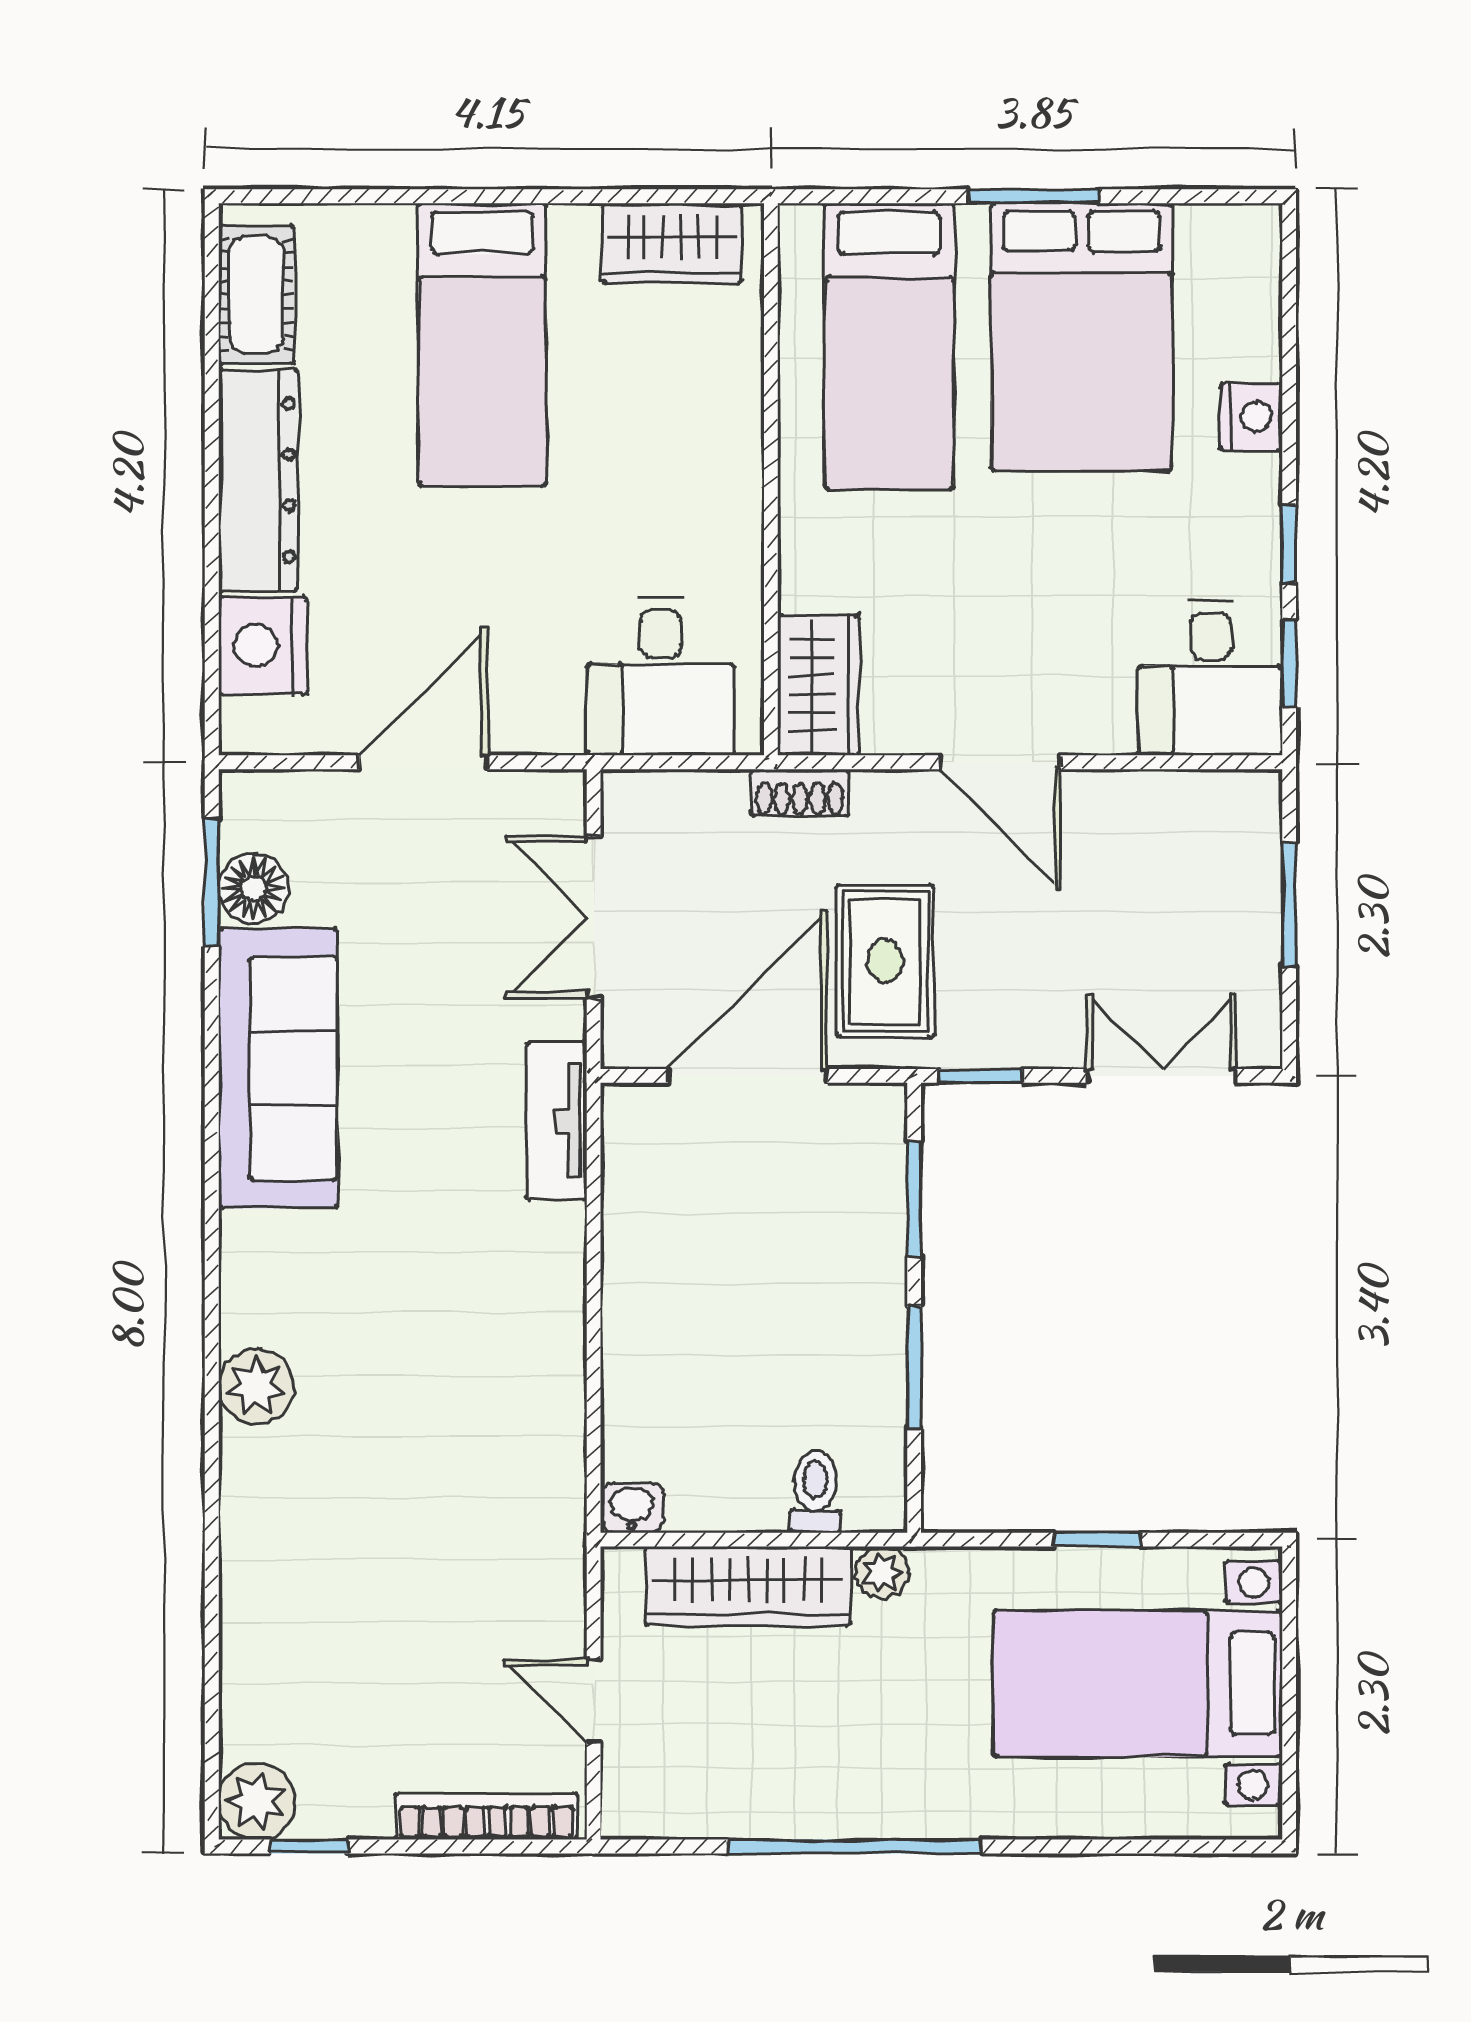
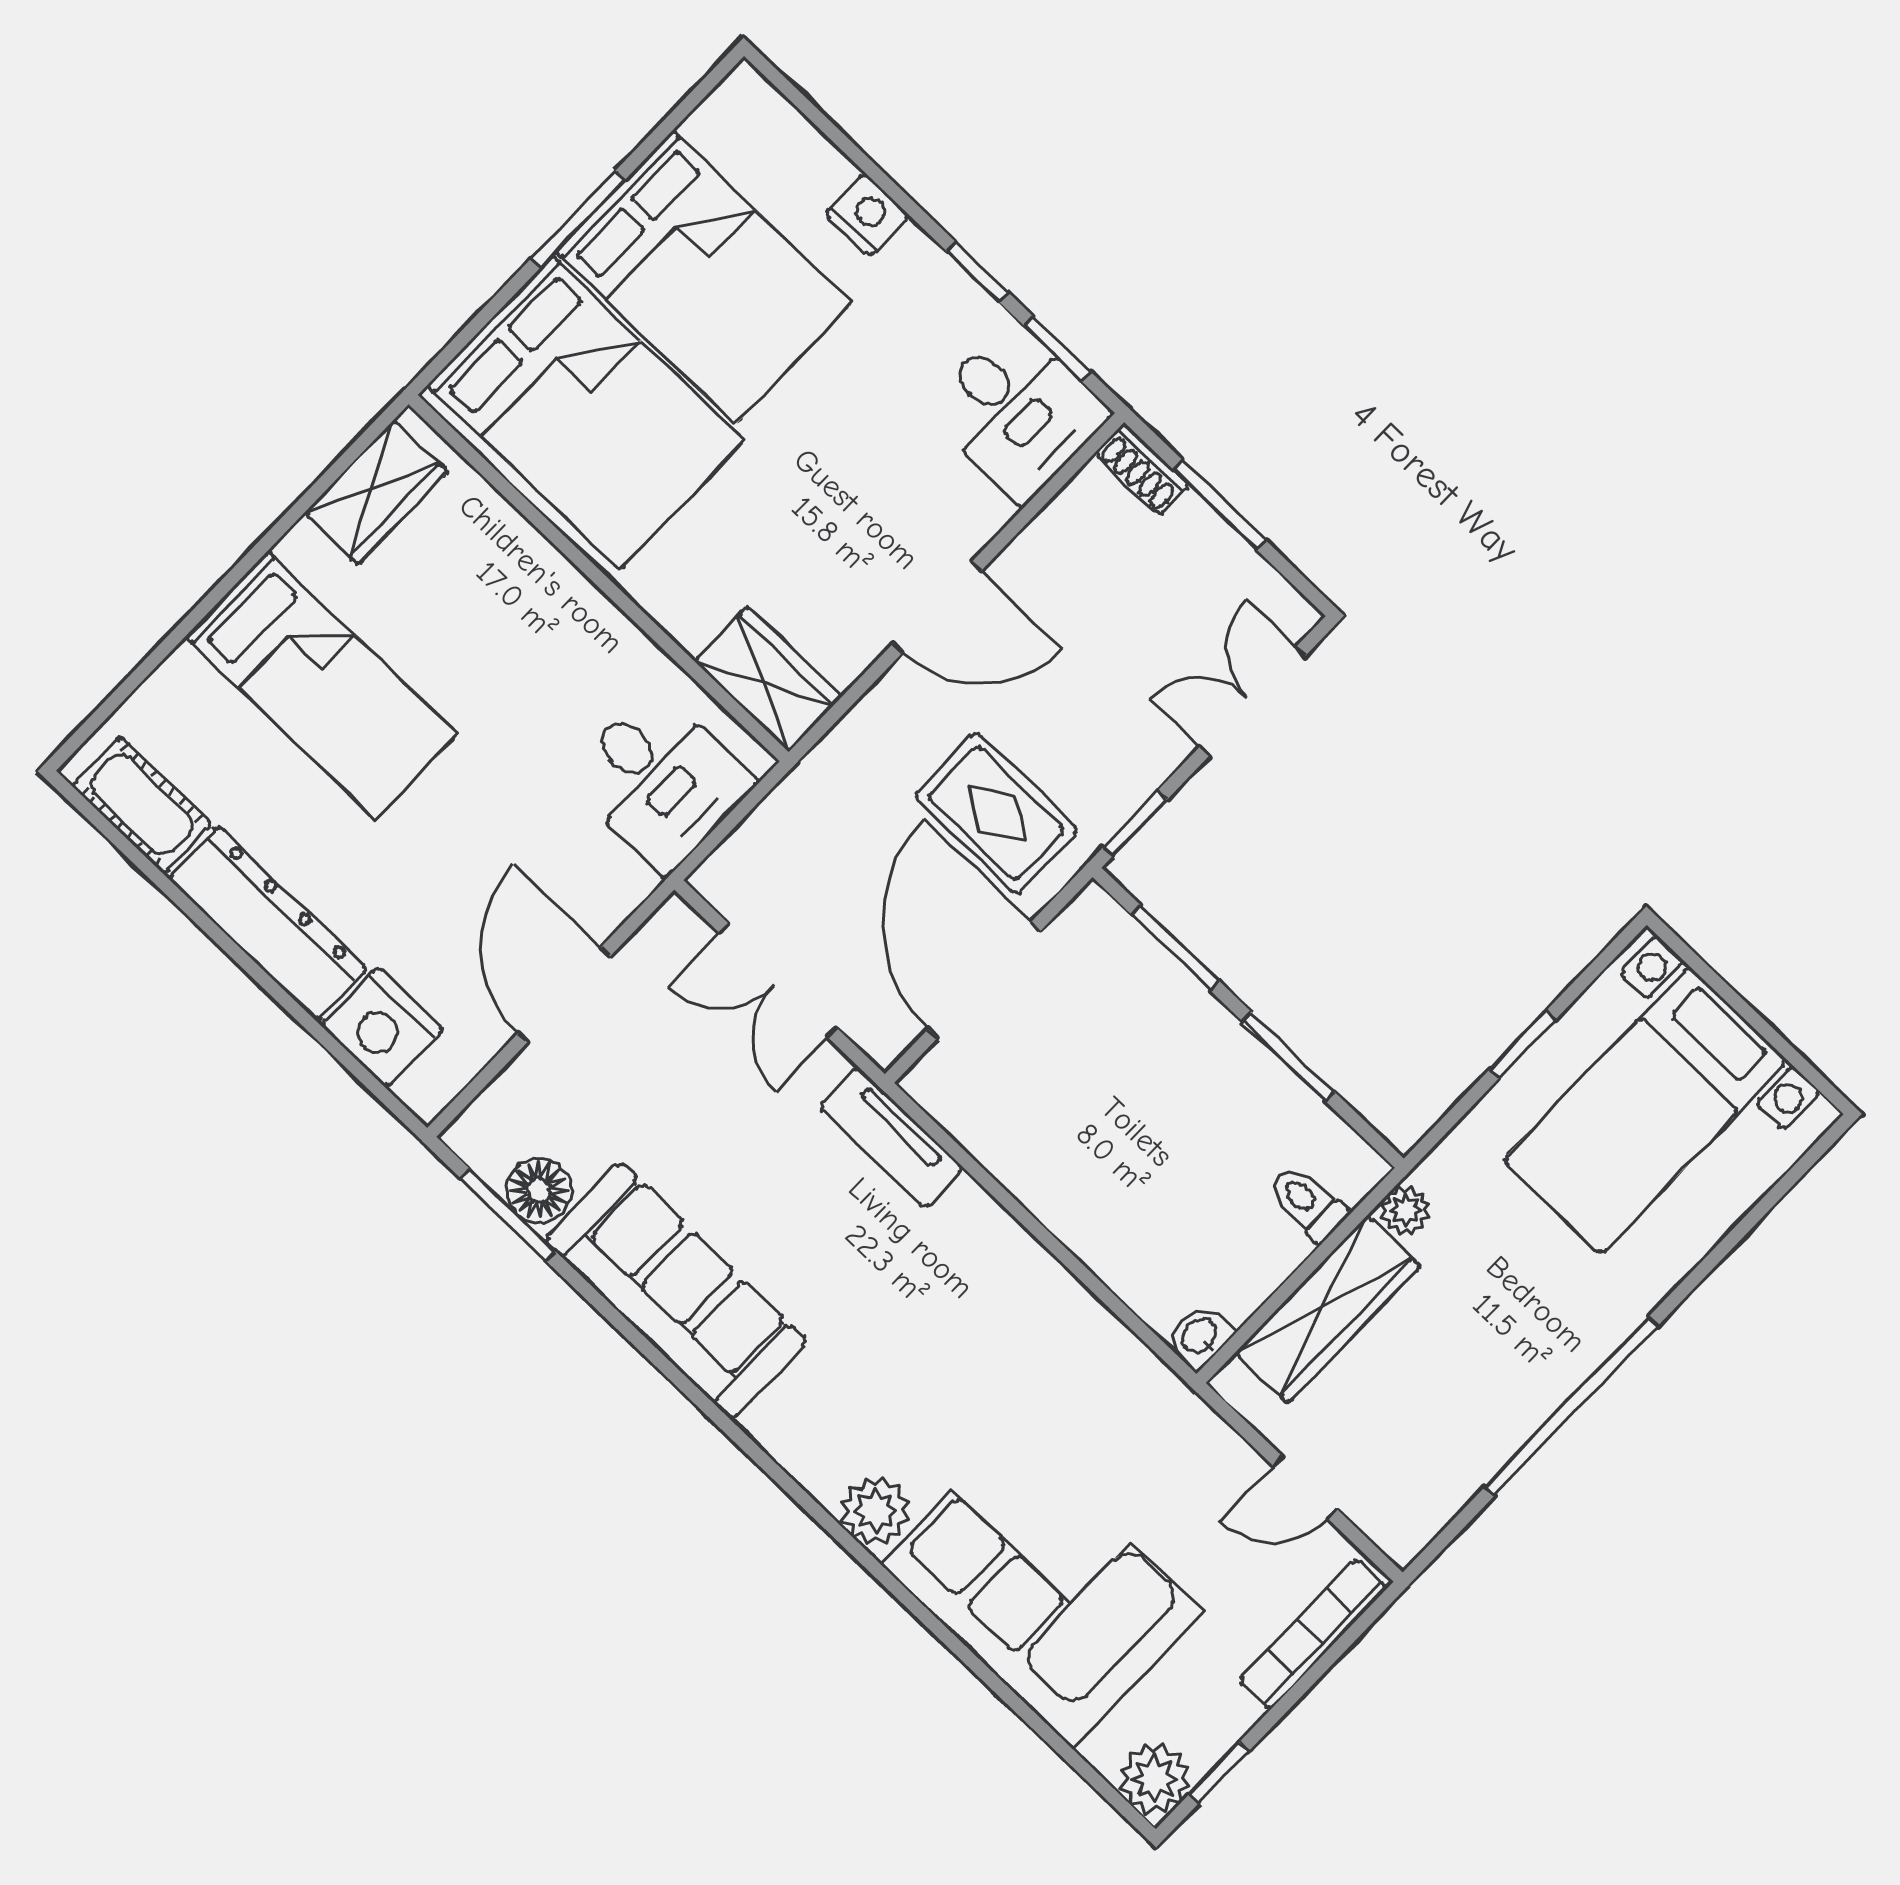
bed: (889, 346) -> (586, 413), width x1.50
shoe rack: (800, 793) -> (1142, 469), moved, turned 90
corner sofa: (321, 1573) -> (1042, 1588), added

